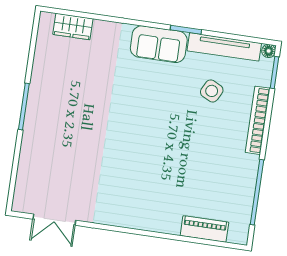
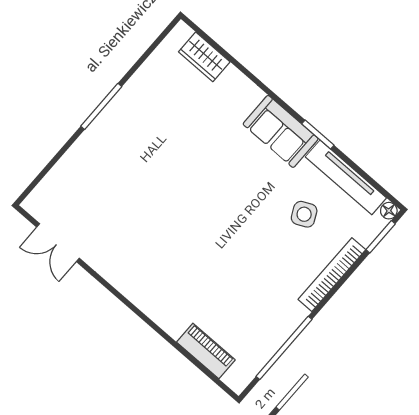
side table: (212, 91) -> (304, 214), turned 37

